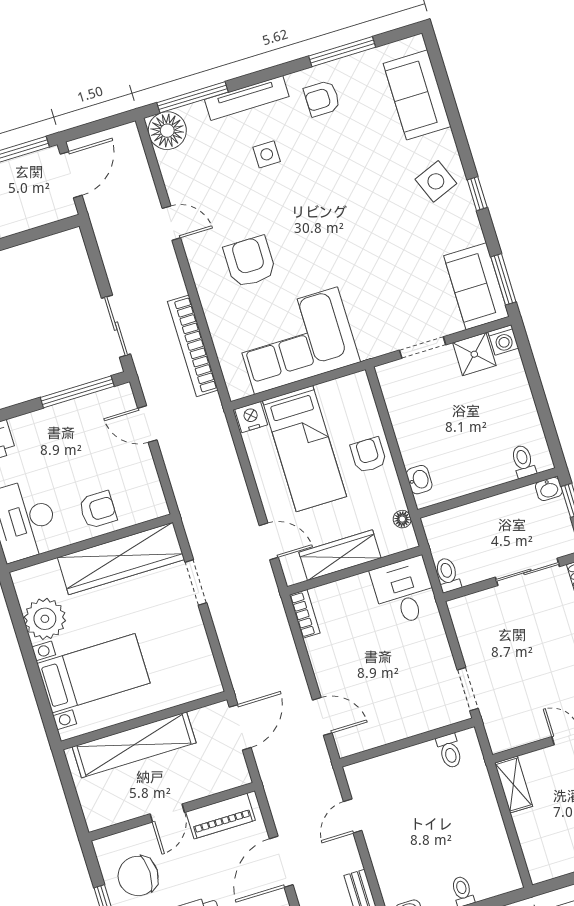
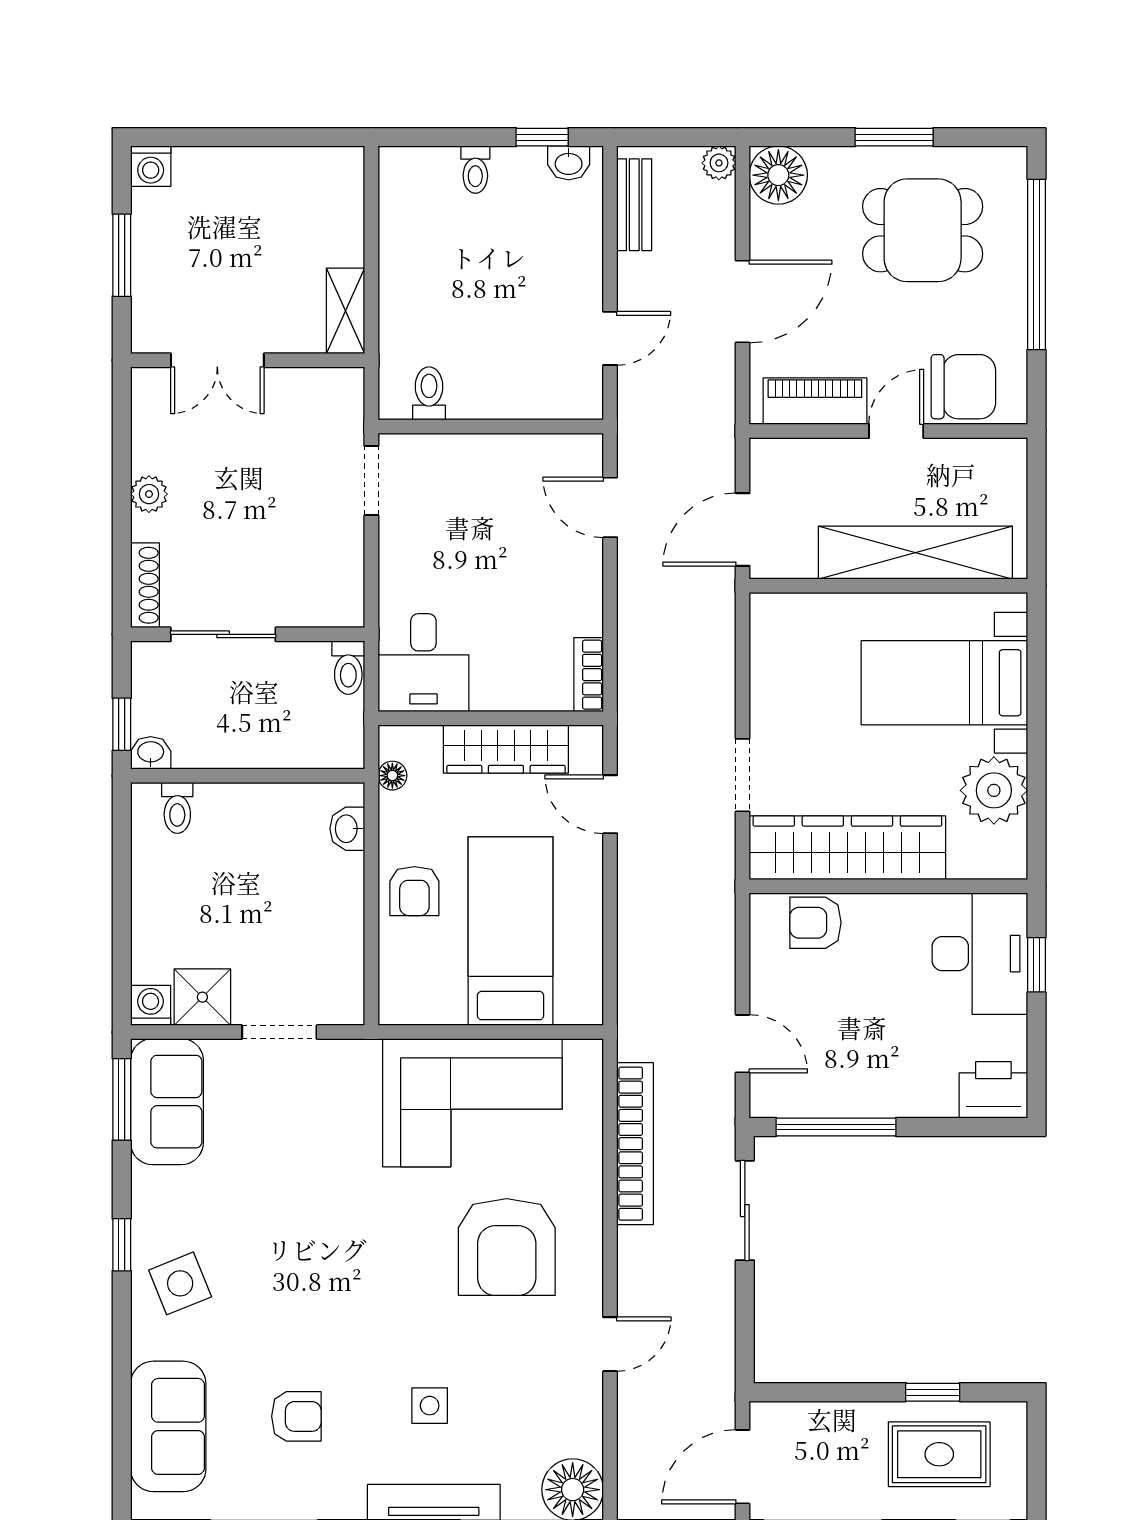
armchair: (322, 99) -> (296, 1416), moved
door: (171, 223) -> (610, 1344), swing flipped
armchair: (250, 262) -> (507, 1247), width x1.36, depth x1.36
nightstand: (251, 417) -> (578, 1005), removed
armchair: (98, 510) -> (815, 923), moved
chair: (138, 876) -> (963, 387), moved

